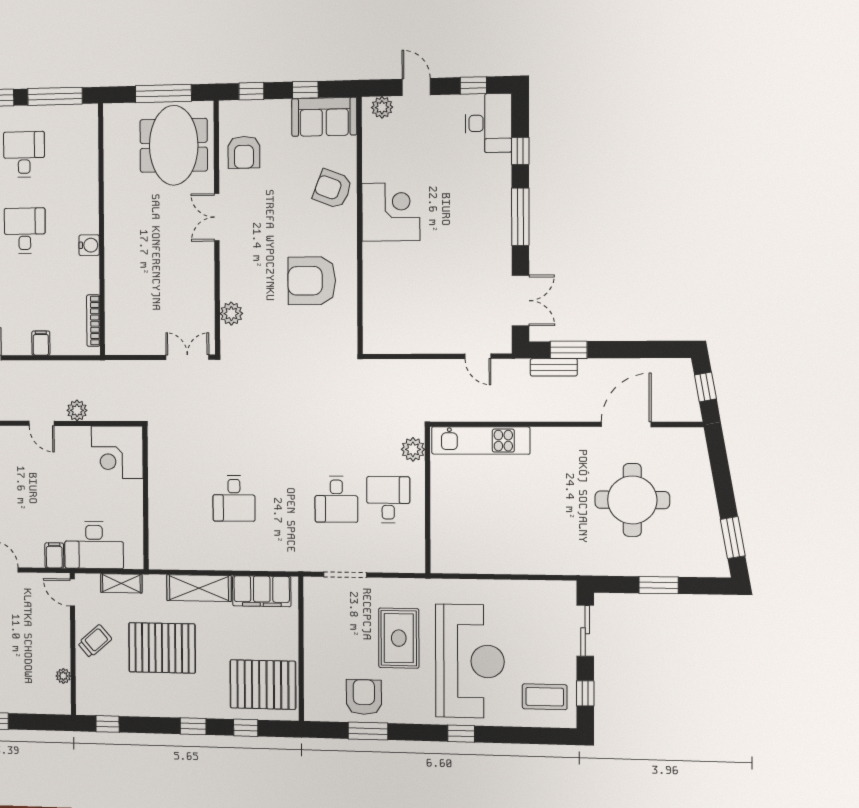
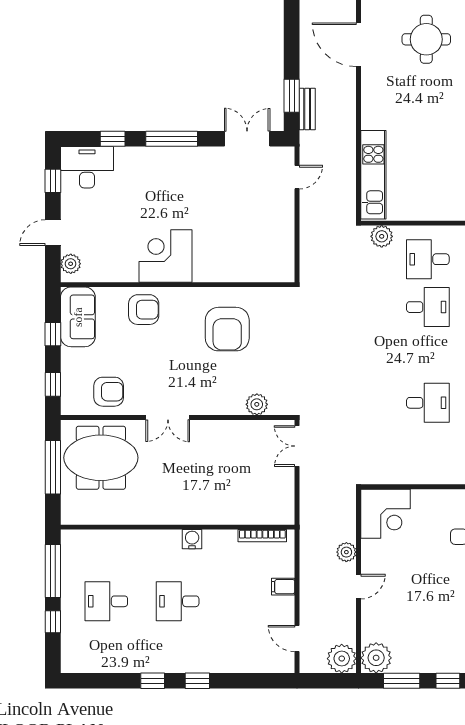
armchair: (332, 189) -> (144, 310), turned -111
round table: (632, 500) -> (426, 39), width x0.73, depth x0.73

